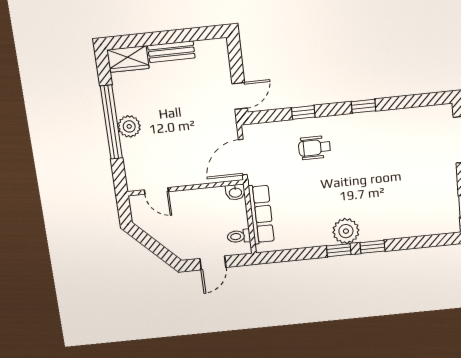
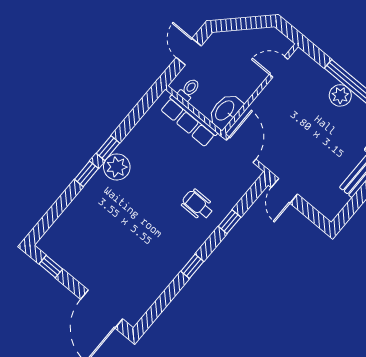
wheelchair: (314, 148) -> (198, 205), turned -90
washbasin: (235, 192) -> (225, 111), width x1.91, depth x1.45

